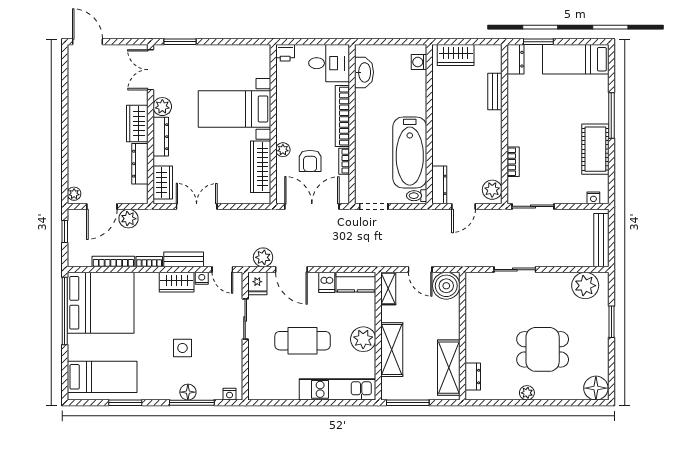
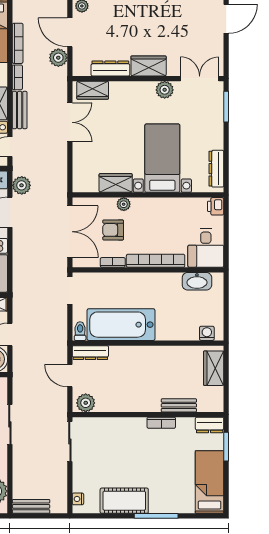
dresser: (161, 137) -> (216, 169), moved, turned 90
bookcase: (513, 162) -> (161, 423), moved
wardrobe: (261, 167) -> (116, 183), width x0.67
bench: (601, 240) -> (31, 506), width x0.73

